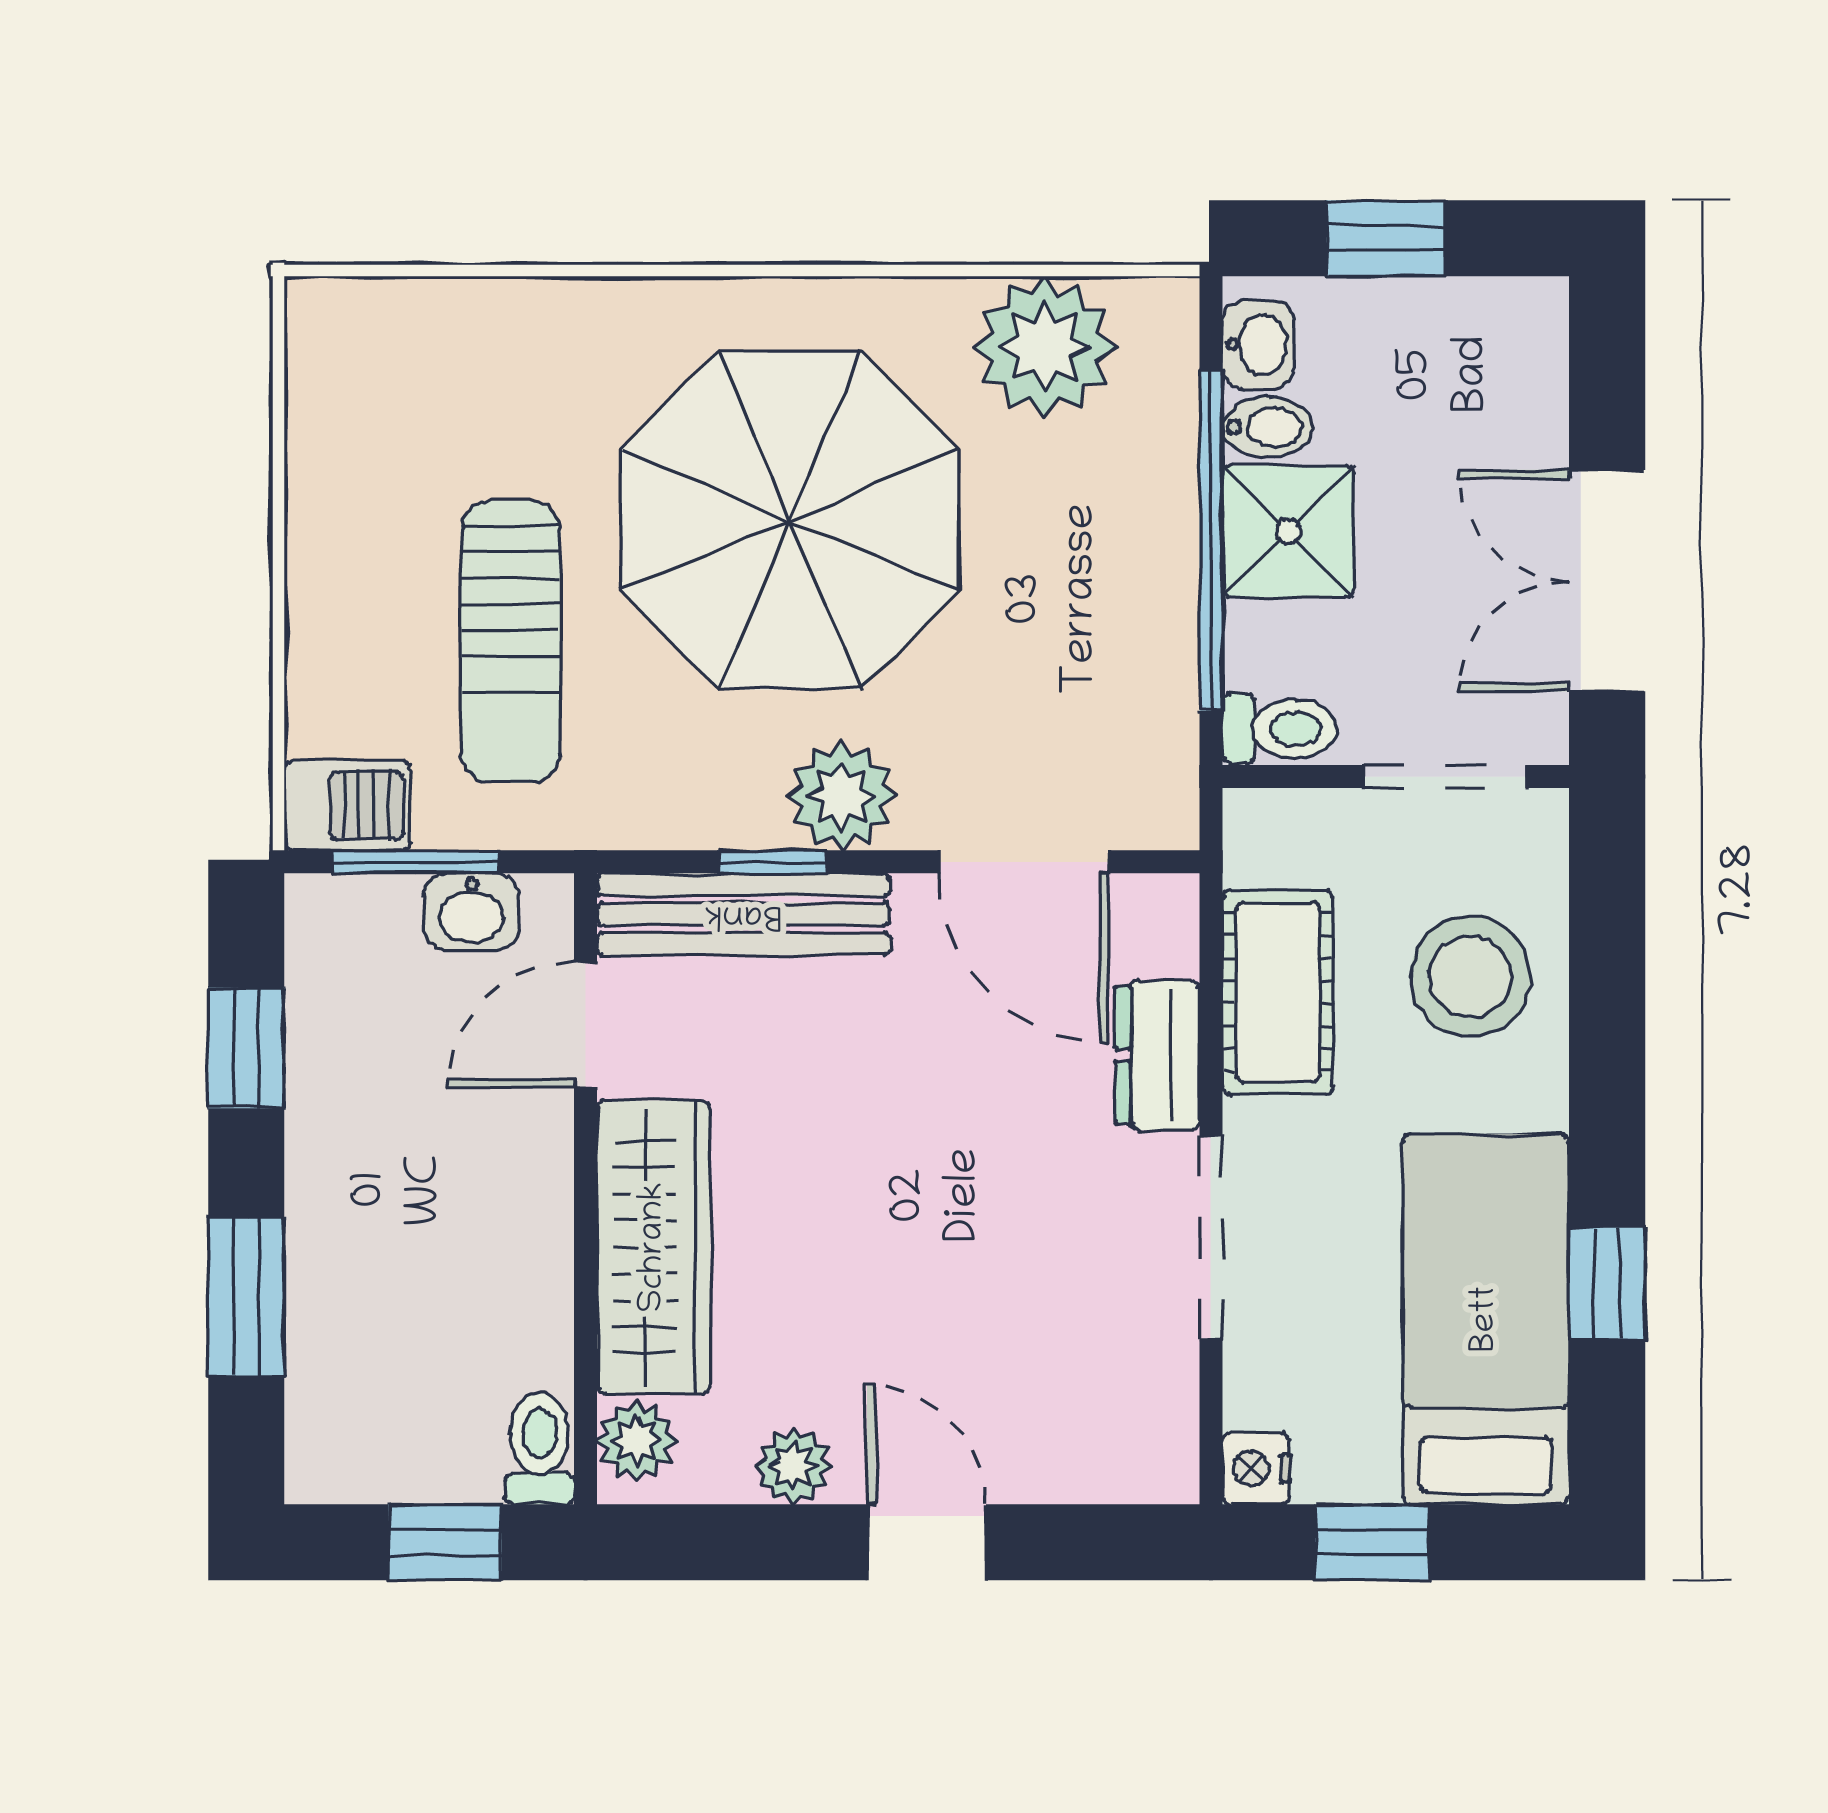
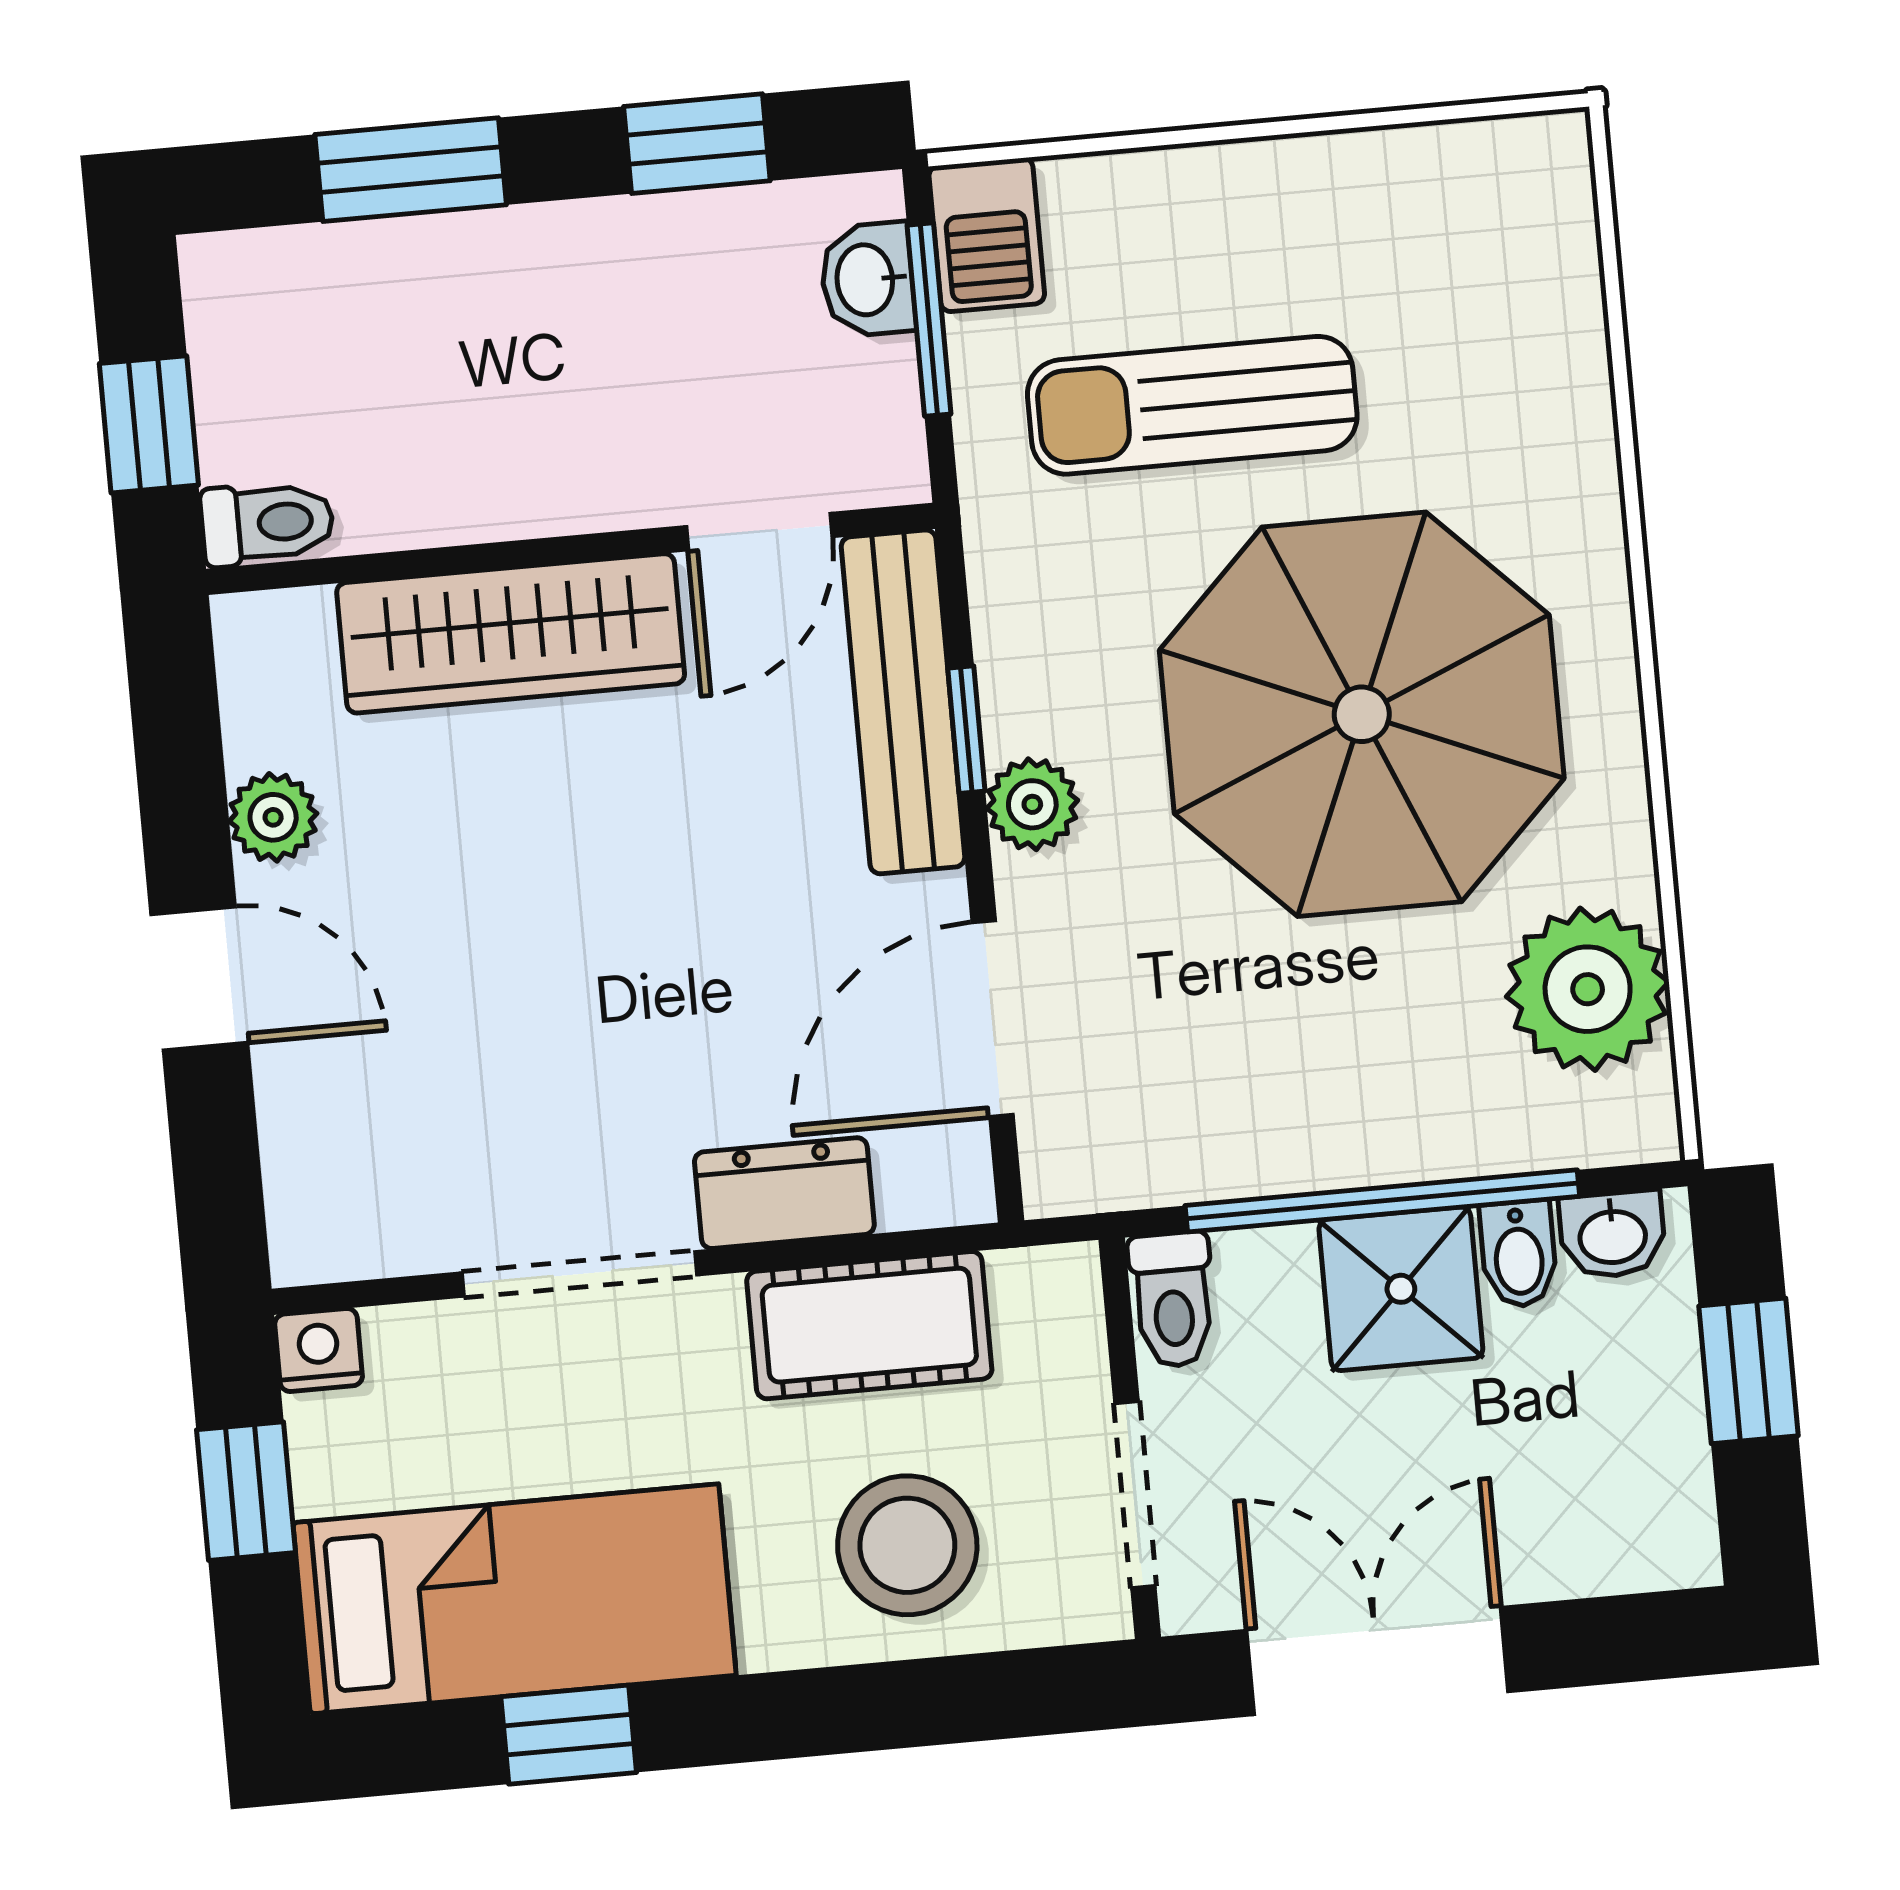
plant: (842, 796) -> (1032, 804), width x0.73, depth x0.73
washbasin: (472, 912) -> (868, 280), moved
door: (586, 1025) -> (759, 532), swing flipped
plant: (636, 1441) -> (286, 634), removed
door: (927, 1542) -> (199, 978), hinge flipped

